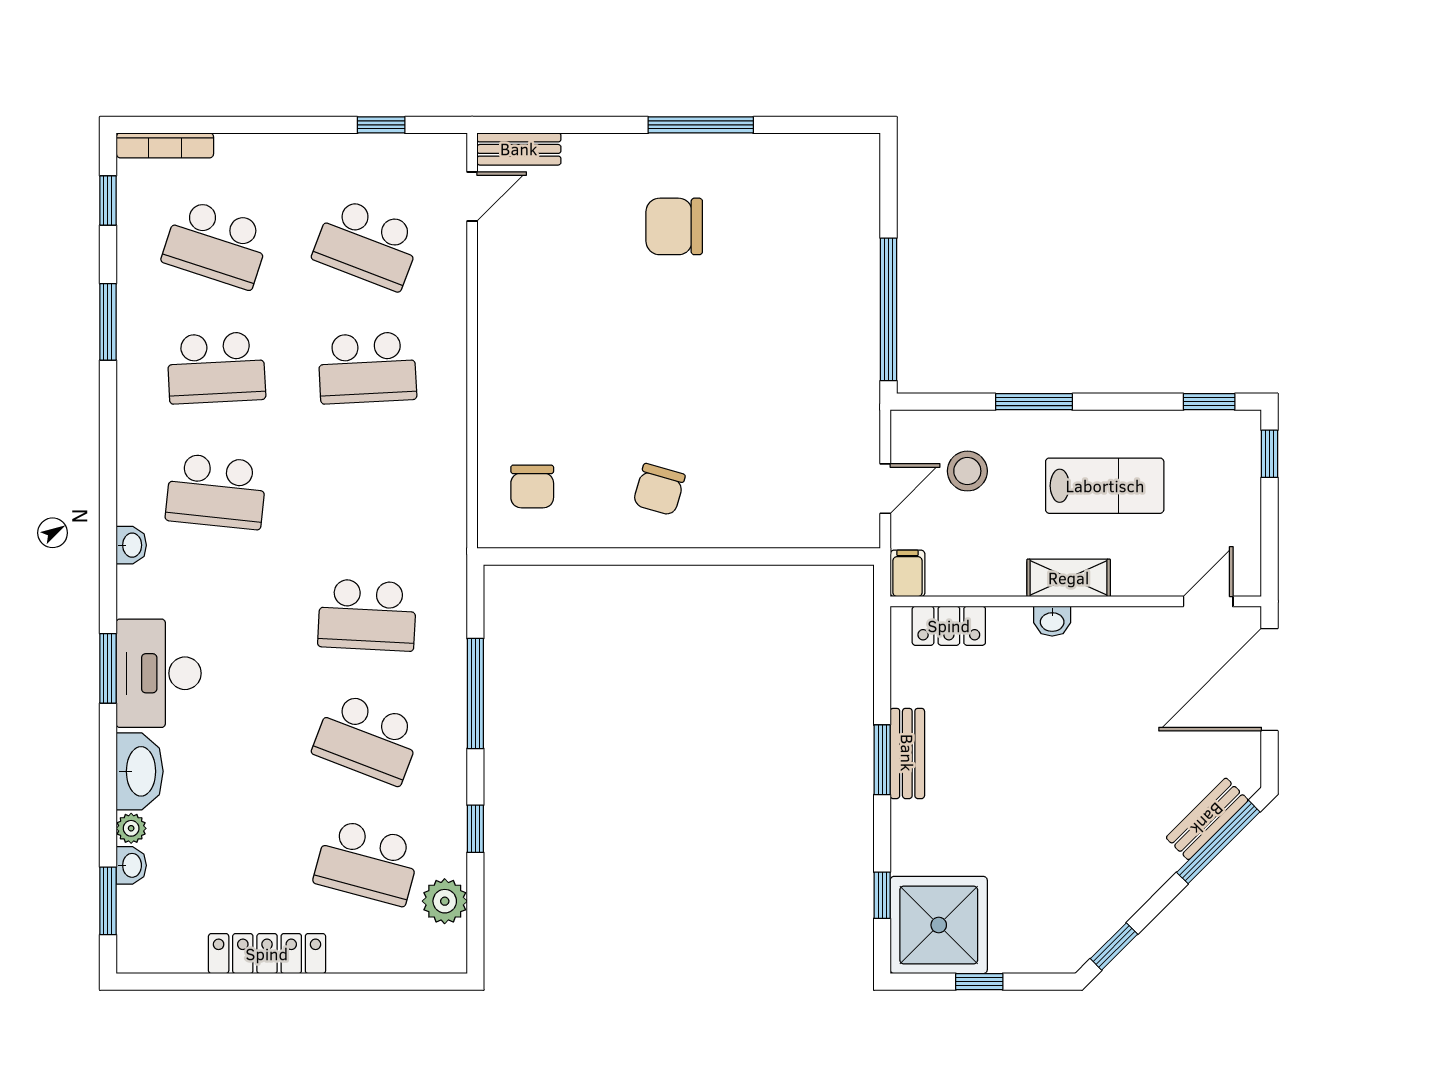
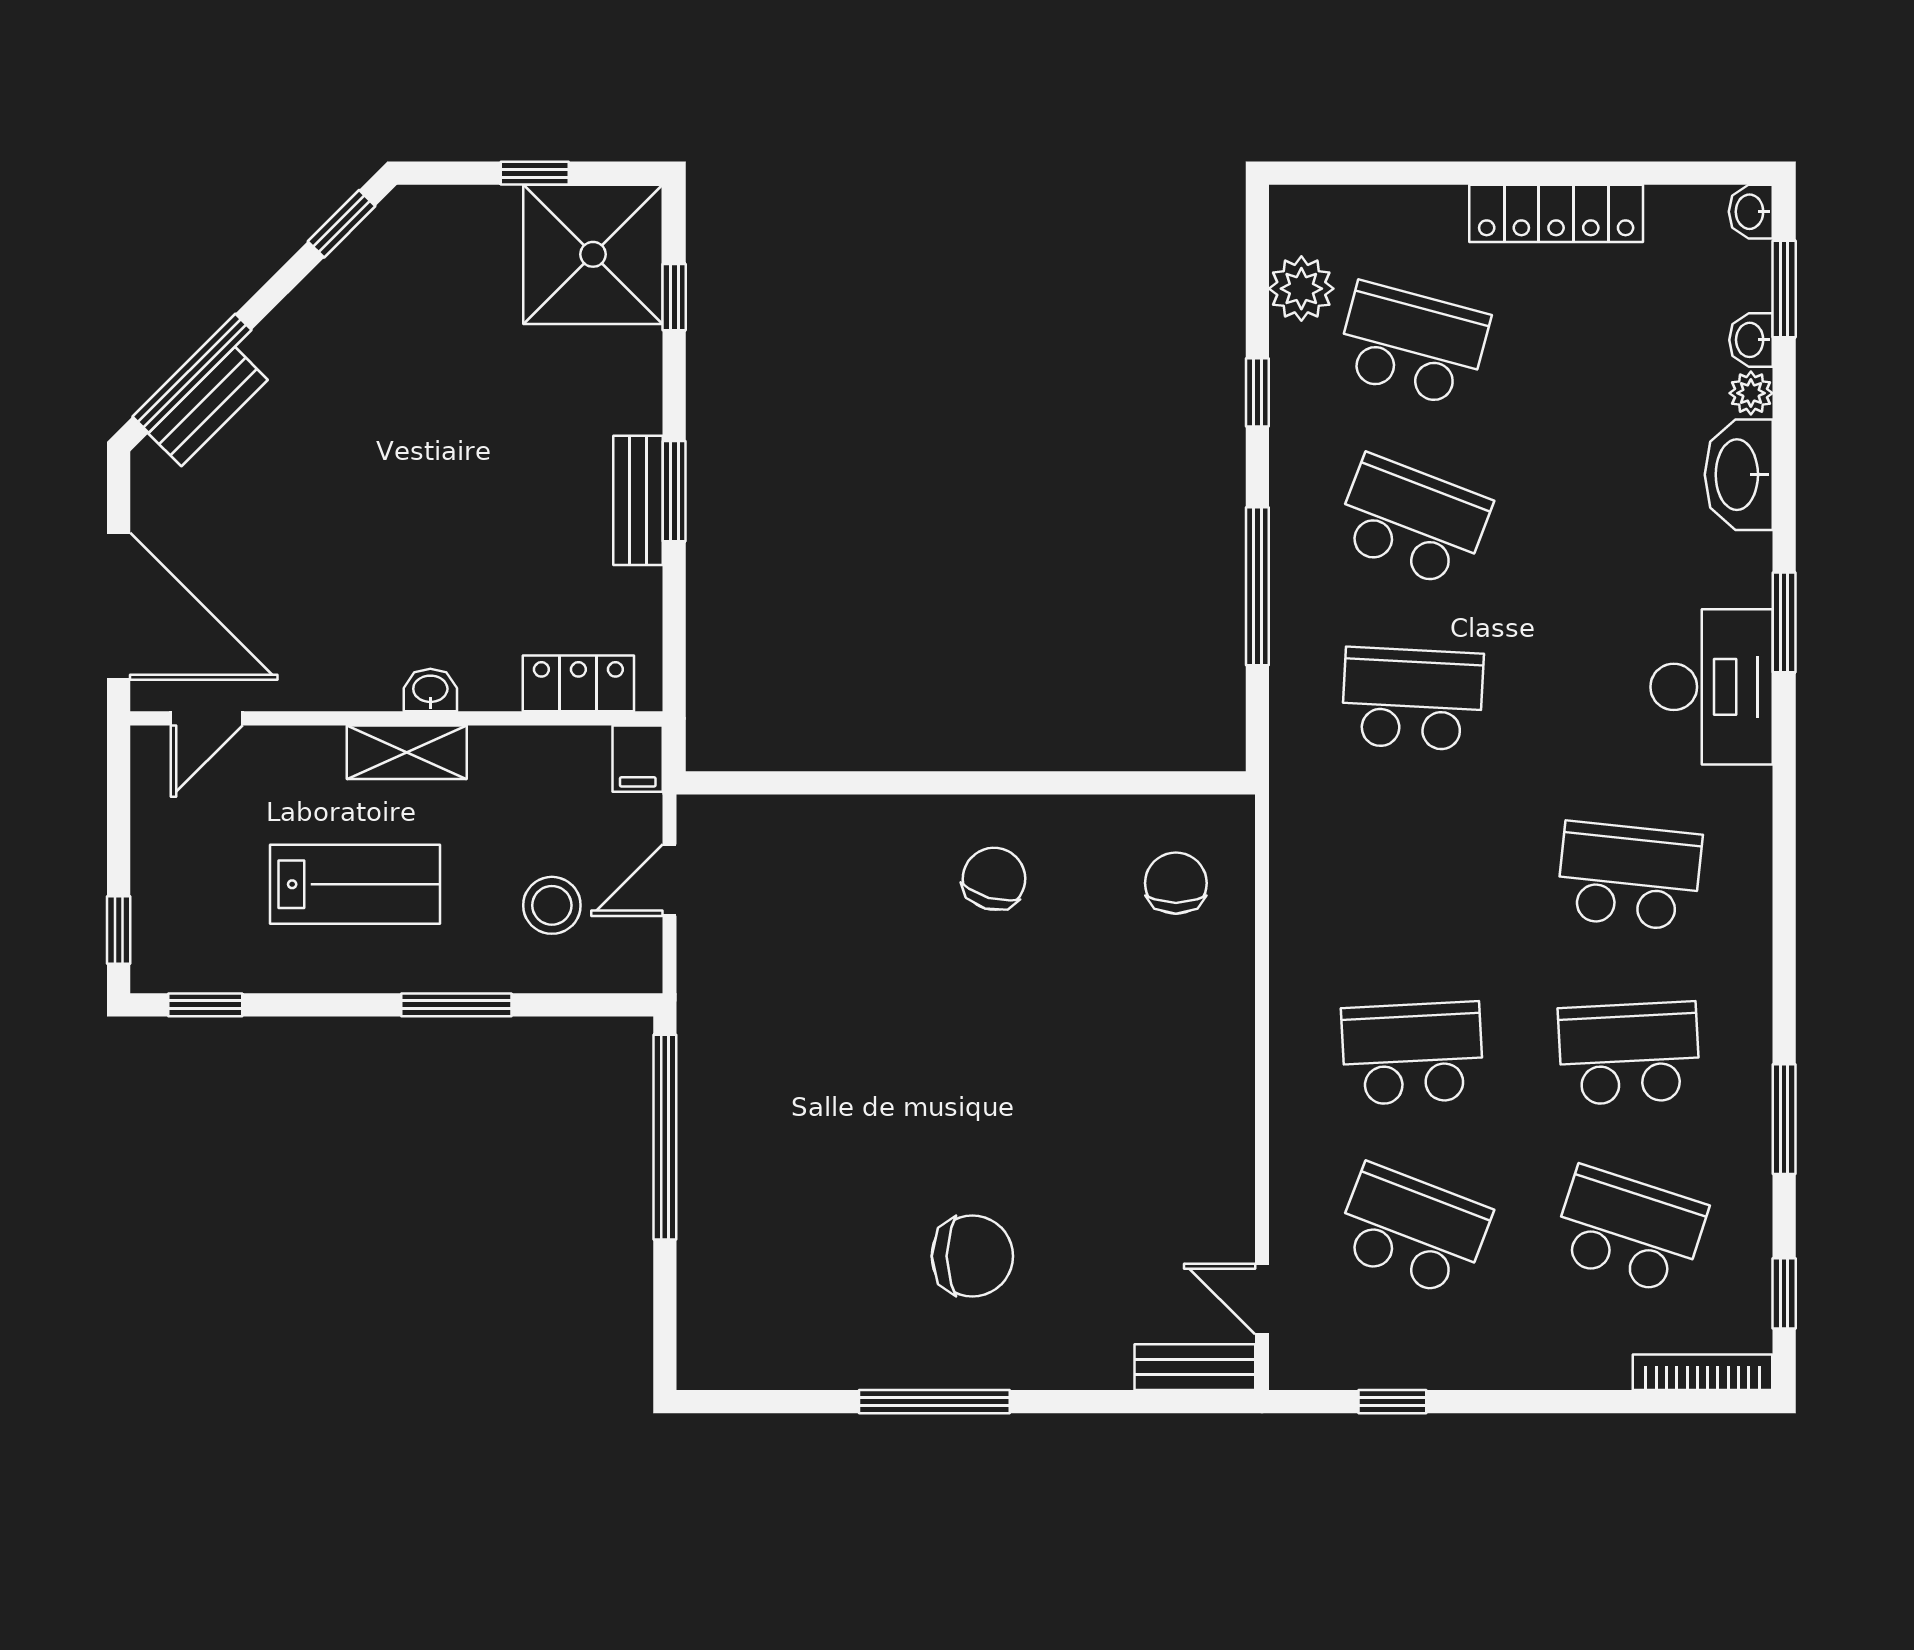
door: (472, 196) -> (1262, 1299), hinge flipped
lab bench: (1105, 486) -> (355, 884), turned 180
washbasin: (131, 545) -> (1751, 212), moved
desk: (159, 673) -> (1712, 687), moved
door: (1270, 680) -> (119, 606), hinge flipped

